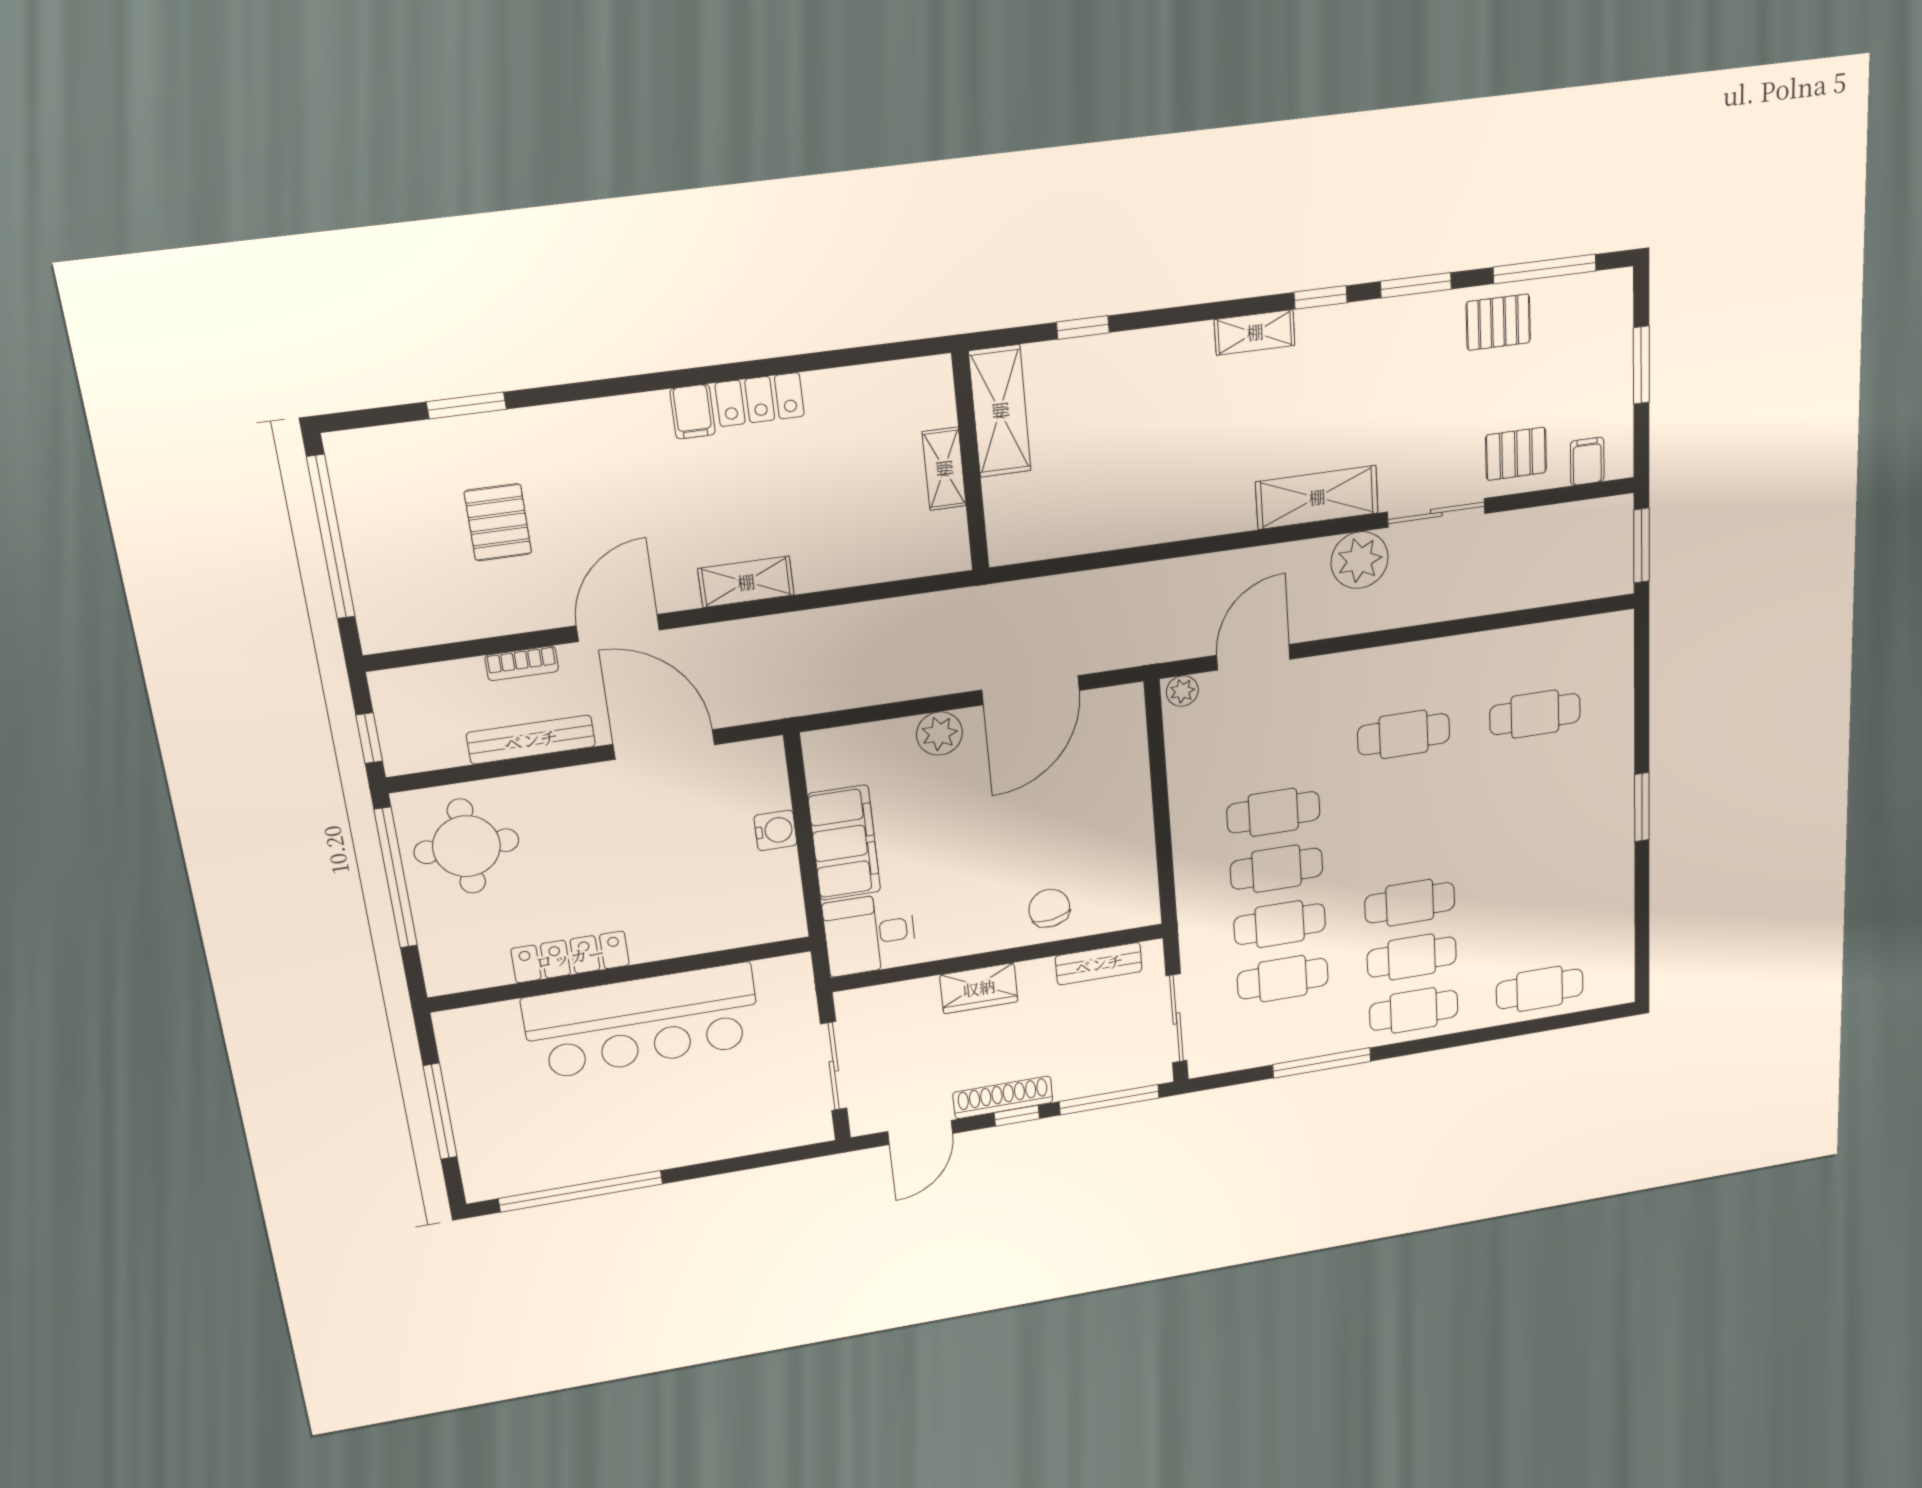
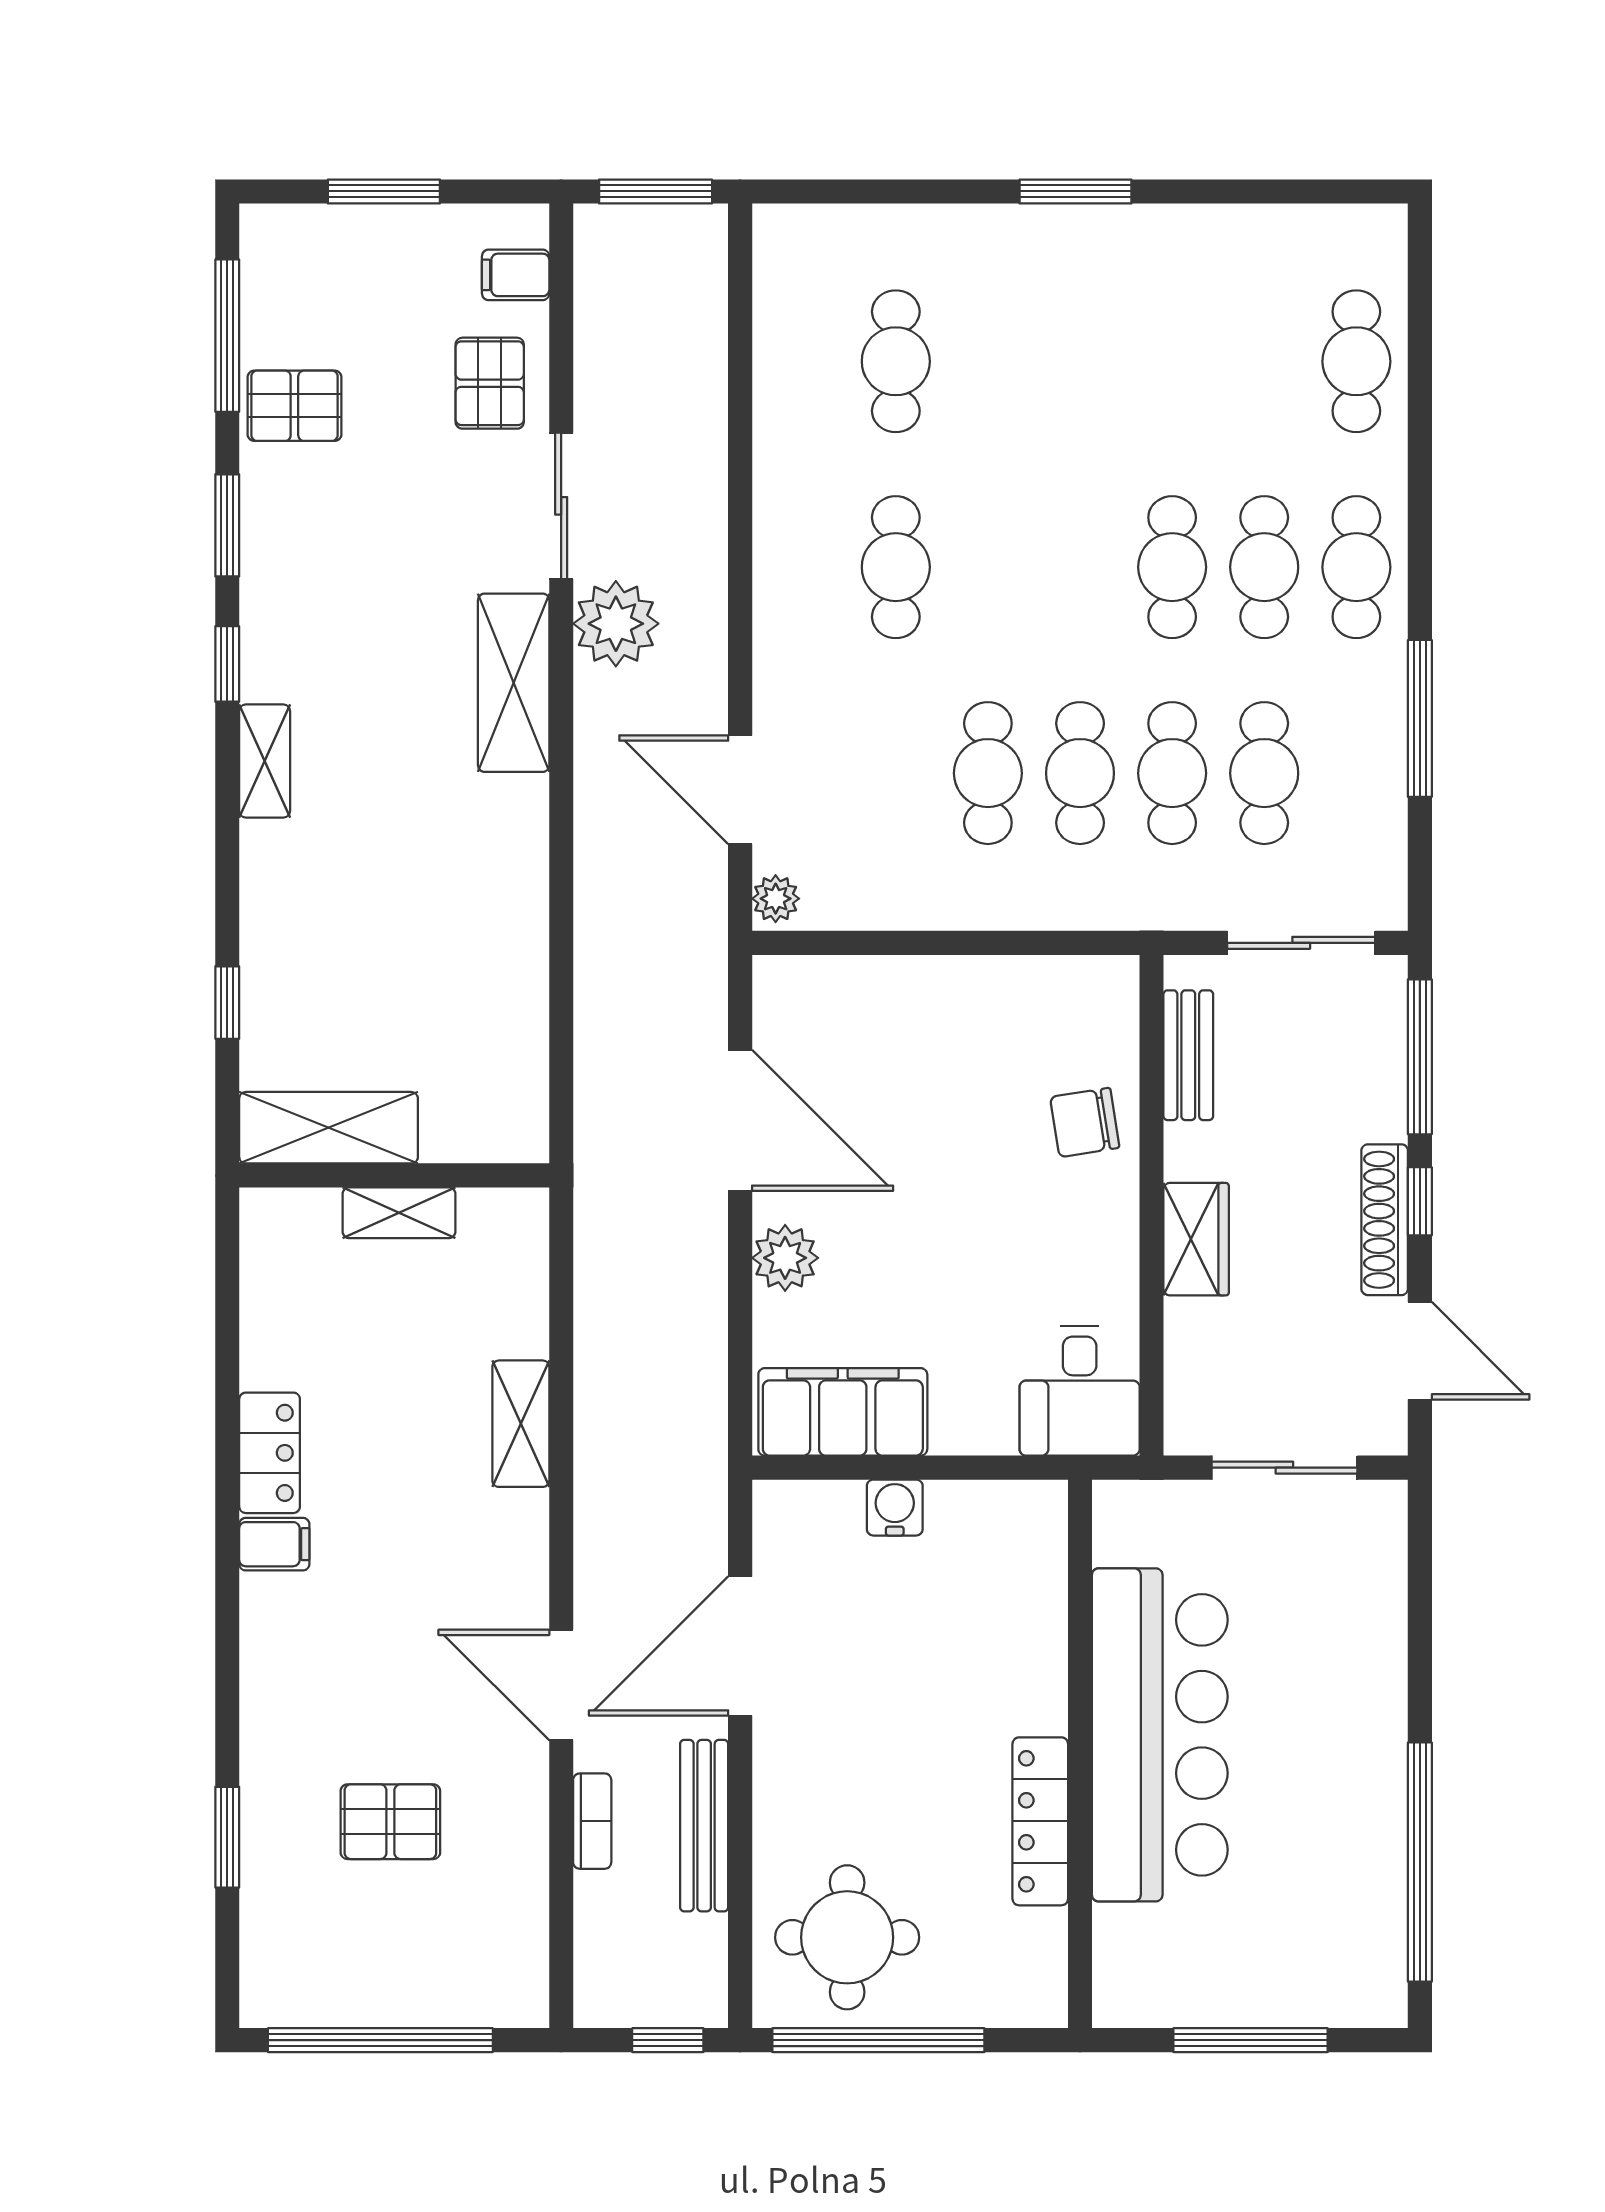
pallet: (1498, 322) -> (294, 406), turned 90
shelving: (746, 582) -> (521, 1424), moved
filing cabinet: (844, 843) -> (843, 1412), moved

